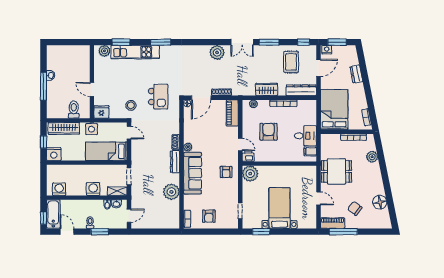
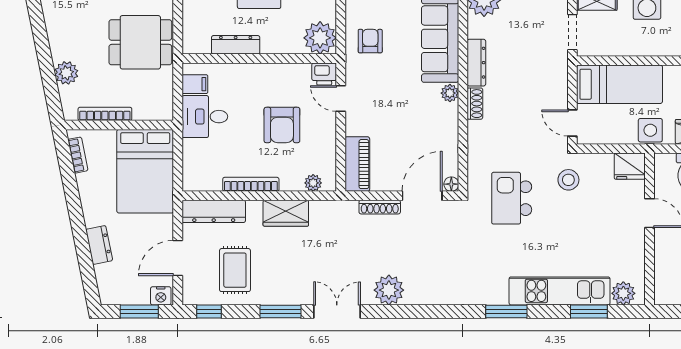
dresser: (291, 170) -> (236, 45), added

